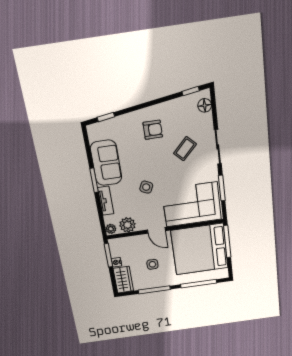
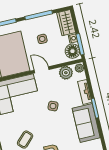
floor lamp: (118, 248) -> (72, 51), added

